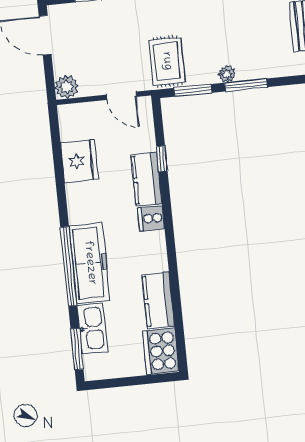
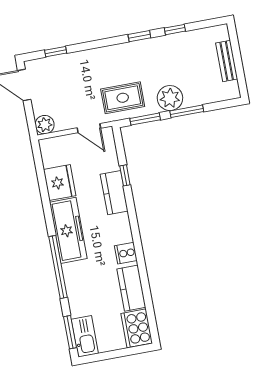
rug: (167, 61) -> (123, 98), turned 90
plant: (227, 74) -> (170, 98), width x1.88, depth x1.88
cooker: (151, 218) -> (126, 253), moved
freezer: (90, 263) -> (68, 230), moved
kitchen sink: (92, 328) -> (85, 336), moved

